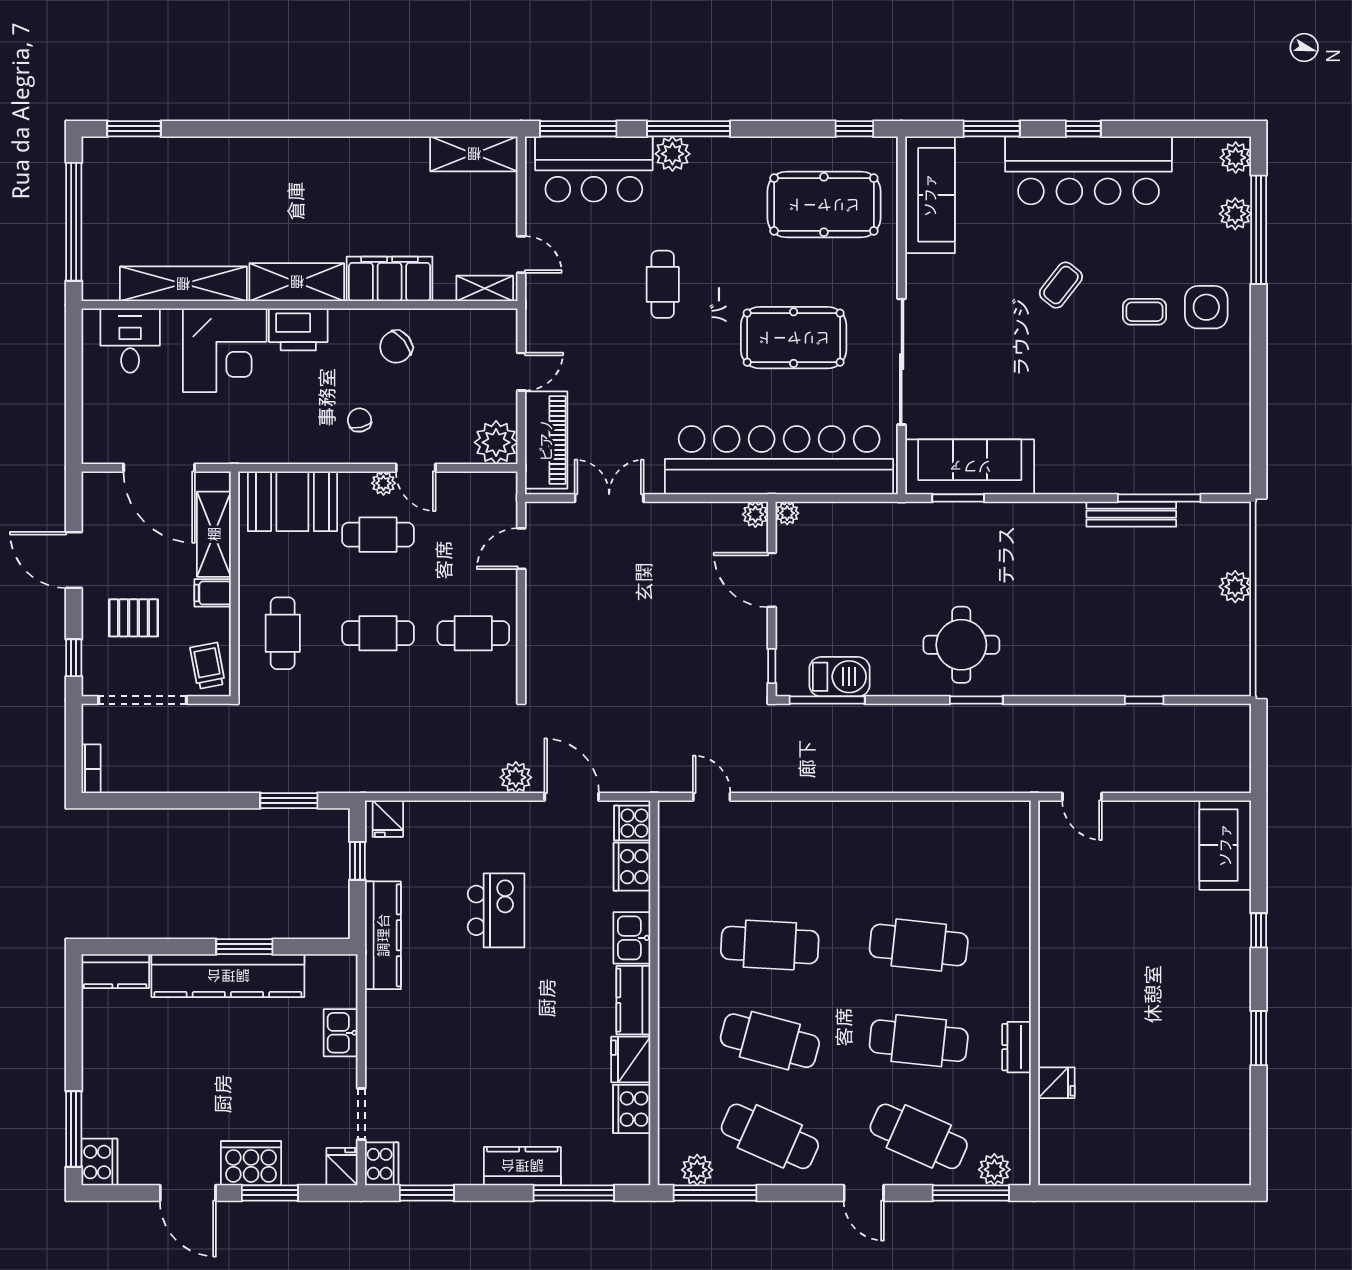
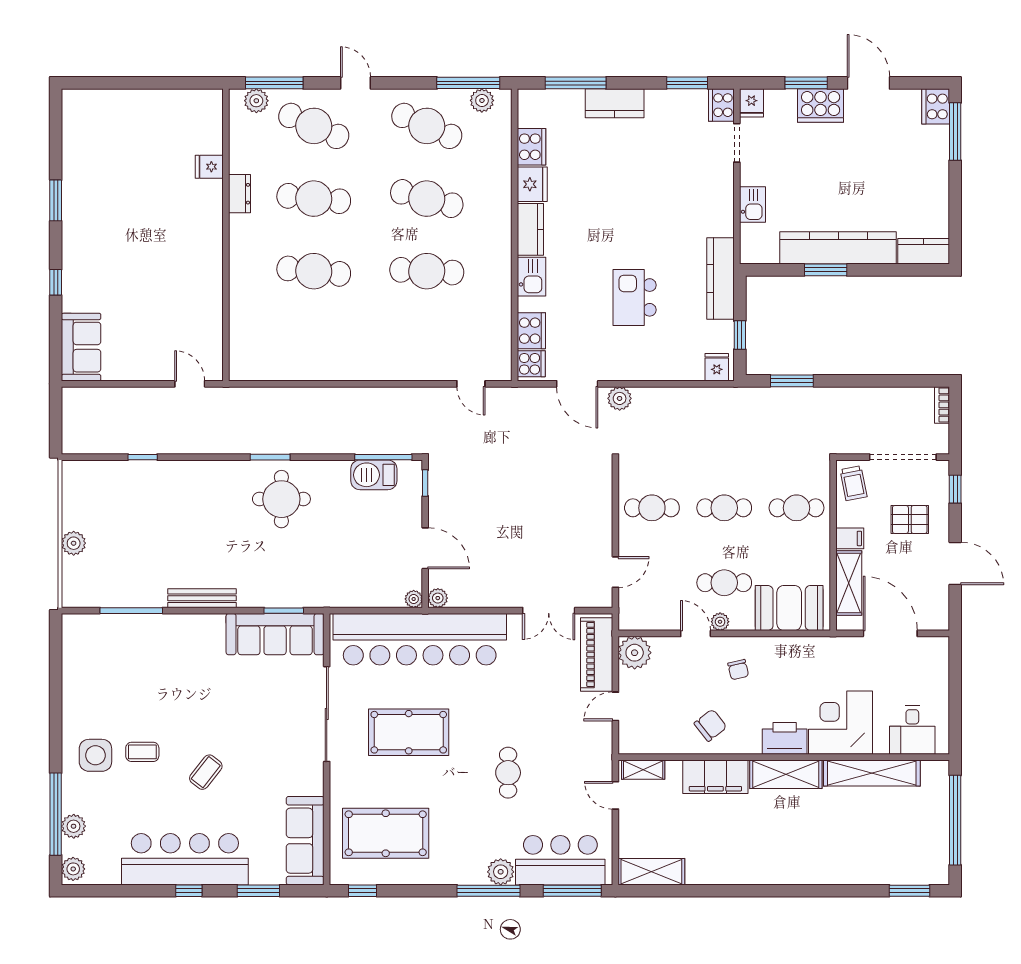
bench: (1131, 514) -> (202, 598), moved
cafe table: (283, 633) -> (796, 508), turned 90

